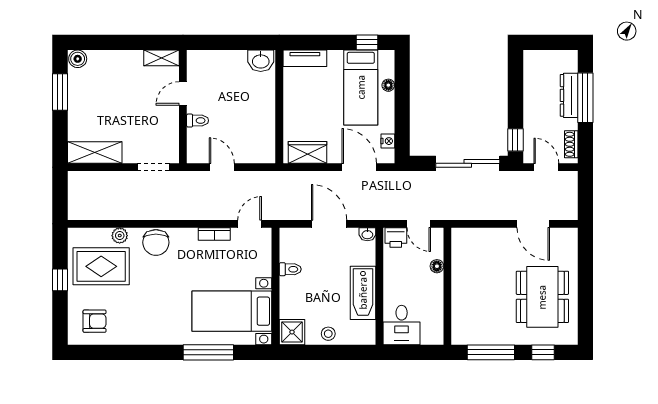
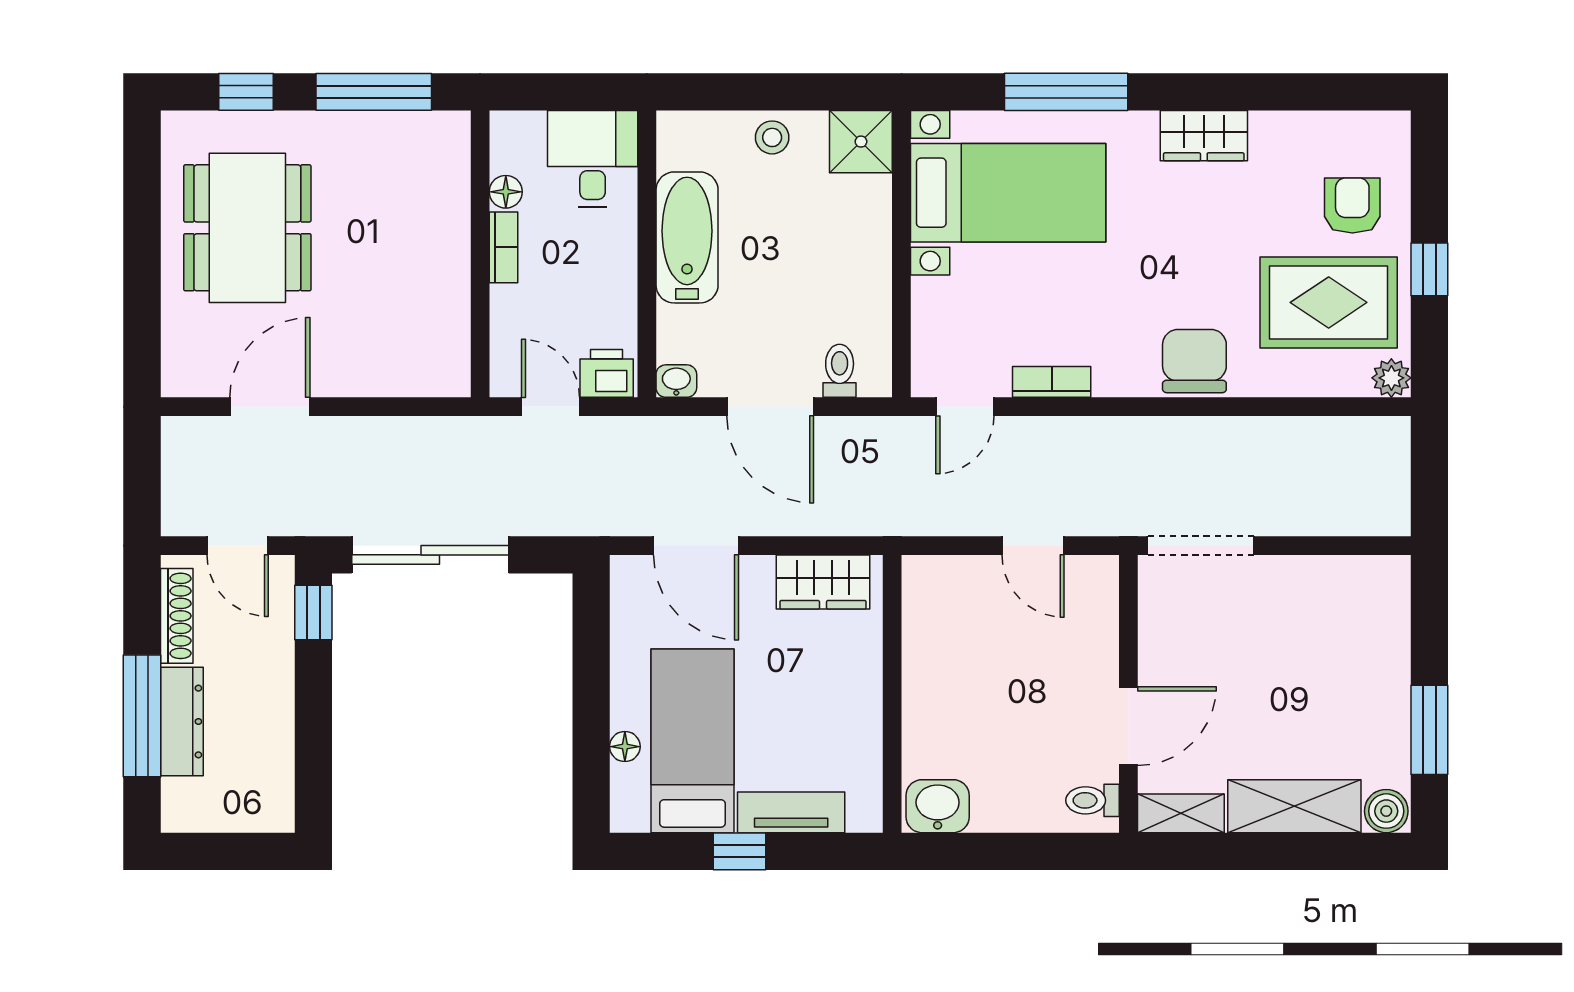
window: (367, 42) -> (740, 851), moved
tv unit: (305, 58) -> (791, 812), moved
door: (183, 94) -> (1128, 726), width x1.38
toilet: (198, 121) -> (1092, 800), moved
nightstand: (388, 141) -> (626, 610), removed
shoe rack: (571, 144) -> (177, 616), width x1.43
shelving: (95, 152) -> (1294, 806), moved
doorway: (153, 167) -> (1201, 546), width x1.38
door: (533, 224) -> (270, 407), hinge flipped
plant: (120, 236) -> (1391, 378), moved
floor lamp: (437, 266) -> (506, 192), moved
toilet: (290, 269) -> (840, 371), moved, turned 90
bookcase: (438, 289) -> (503, 247), added
armchair: (95, 321) -> (1352, 206), moved, turned 90
wardrobe: (152, 334) -> (1204, 136), added

